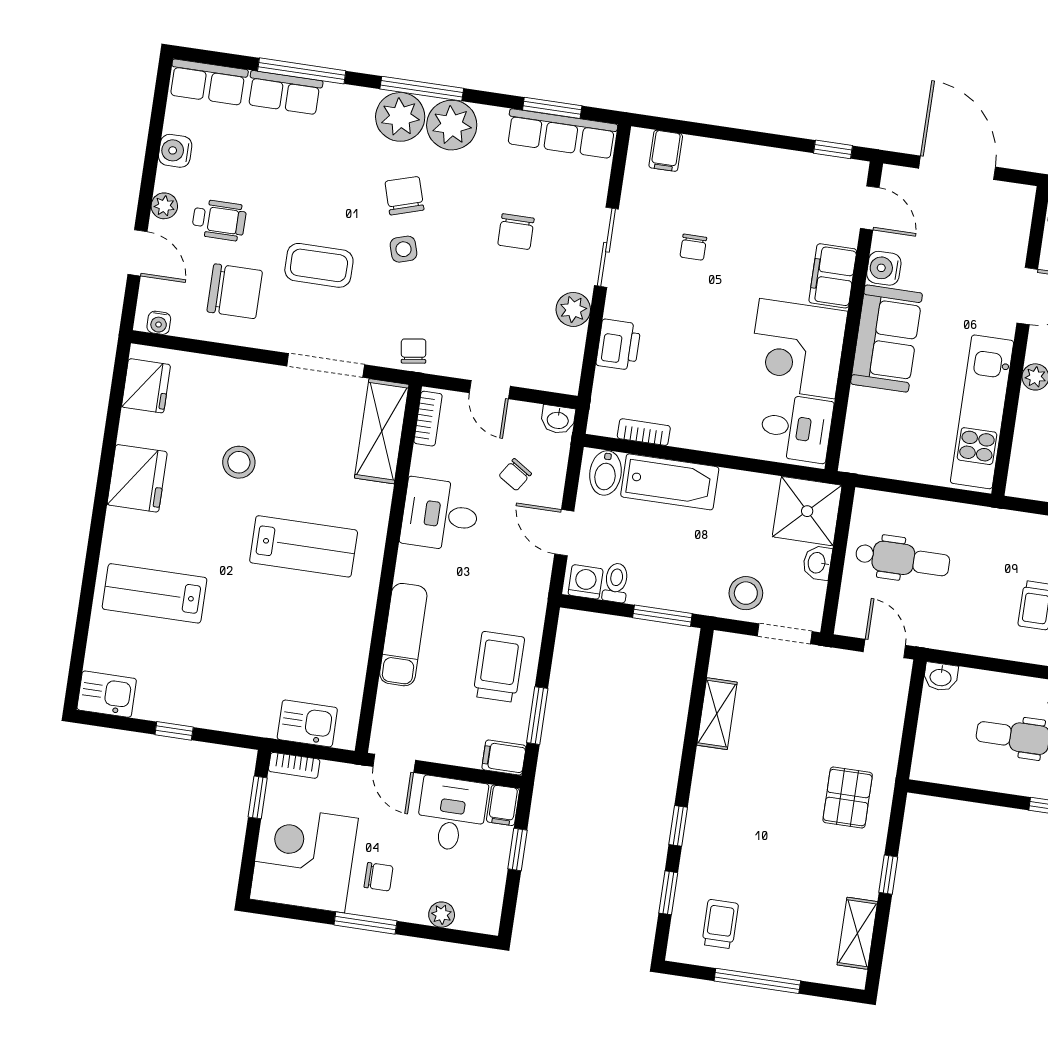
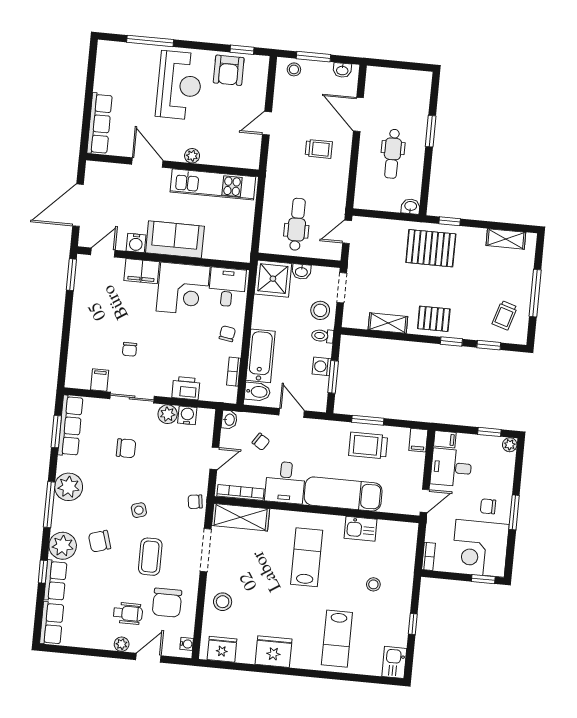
window: (302, 71) -> (43, 572), width x0.46
plant: (400, 117) -> (63, 546), moved
window: (833, 149) -> (71, 275), width x1.50
water cooler: (175, 151) -> (187, 415), moved, turned 180
filing cabinet: (666, 151) -> (100, 380), moved, turned -90
chair: (404, 196) -> (100, 541), moved
wheelchair: (219, 220) -> (128, 613), turned 90
chair: (693, 247) -> (130, 349), turned 90
chair: (235, 291) -> (167, 603), turned 180
bookcase: (428, 419) -> (241, 493), width x1.56
chair: (712, 424) -> (227, 334), added
stool: (239, 462) -> (223, 602), moved
door: (564, 533) -> (292, 413), swing flipped
washing machine: (586, 582) -> (322, 366), moved
toilet: (616, 583) -> (323, 336), moved
window: (662, 616) -> (333, 377), moved
exam couch: (403, 635) -> (343, 494), width x1.36, depth x1.45
stool: (249, 664) -> (373, 584), added
washbasin: (941, 677) -> (411, 206), moved, turned -90
window: (537, 716) -> (368, 420), moved
kitchen sink: (307, 723) -> (360, 529), moved, turned -90
pallet: (720, 796) -> (434, 319), added
window: (258, 797) -> (483, 579), moved
pallet: (848, 798) -> (431, 248), width x1.50, depth x1.42
window: (517, 850) -> (489, 432), moved
window: (888, 875) -> (450, 221), moved
chair: (379, 877) -> (488, 506), turned -90
plant: (442, 915) -> (510, 445), moved
trolley: (720, 924) -> (505, 315), turned -73

